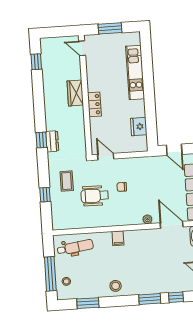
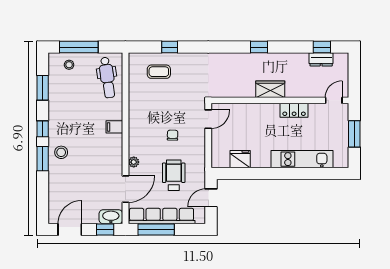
wardrobe: (75, 93) -> (270, 89), moved
locker: (94, 104) -> (294, 110), moved
window: (41, 140) -> (259, 47), moved
dresser: (52, 141) -> (321, 59), moved
coffee table: (67, 181) -> (159, 72), moved
wheelchair: (95, 196) -> (174, 175), moved
stool: (116, 286) -> (61, 152), moved
window: (176, 297) -> (43, 129), moved

